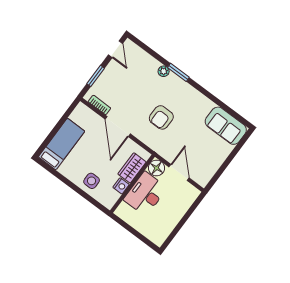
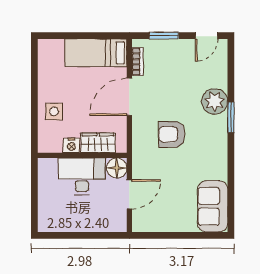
plant: (164, 71) -> (215, 101), width x1.88, depth x1.88
bed: (62, 144) -> (96, 53), moved, turned 180

